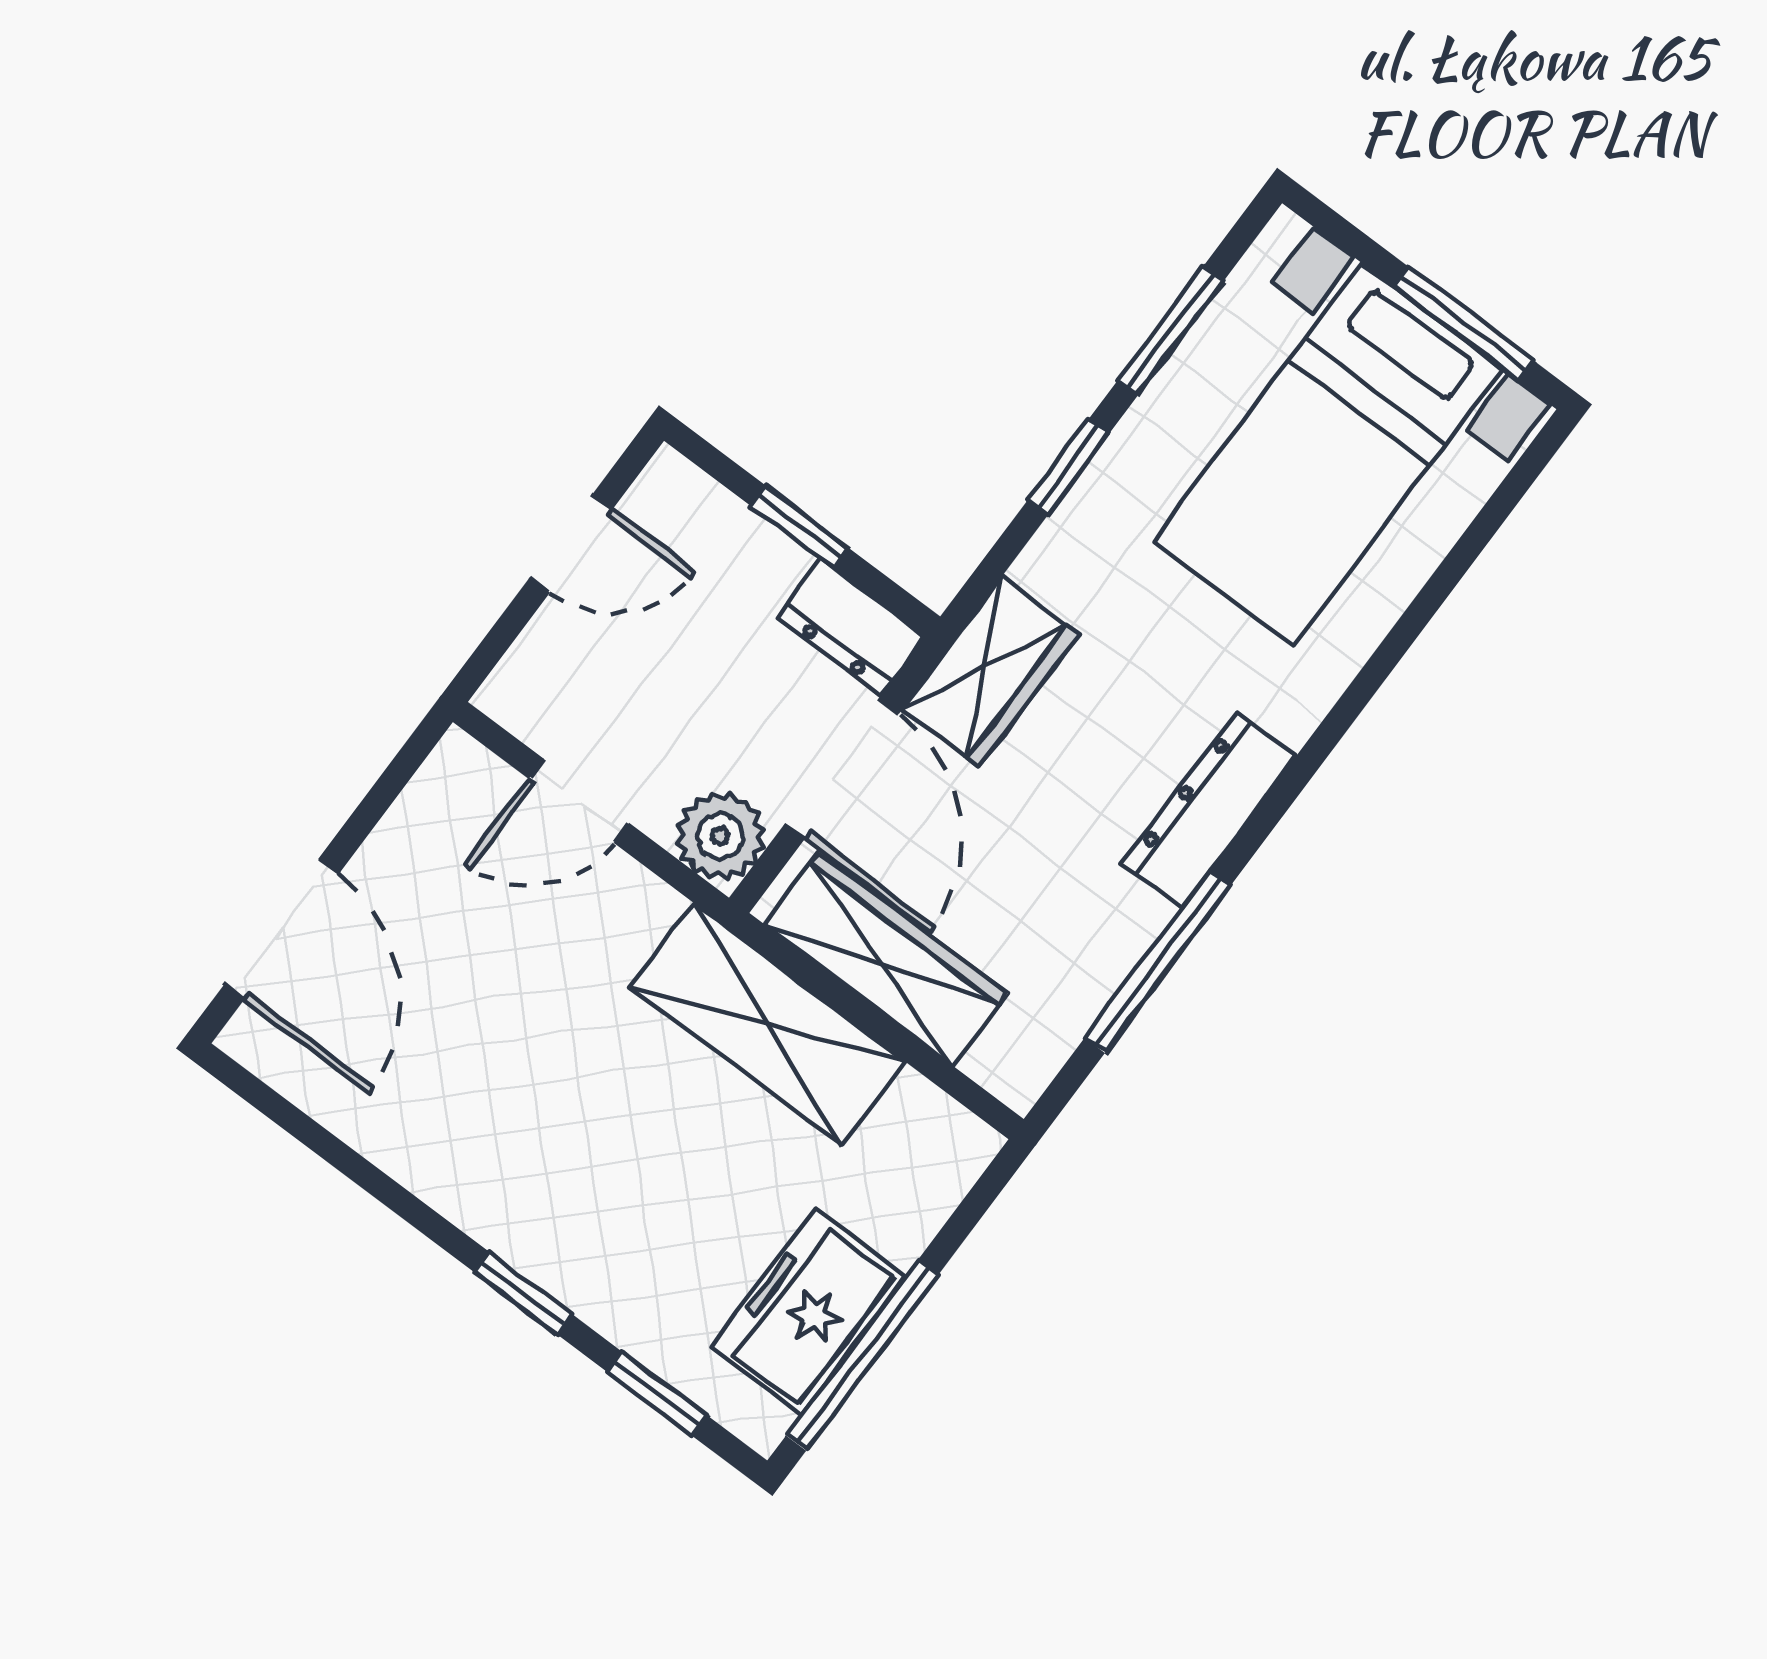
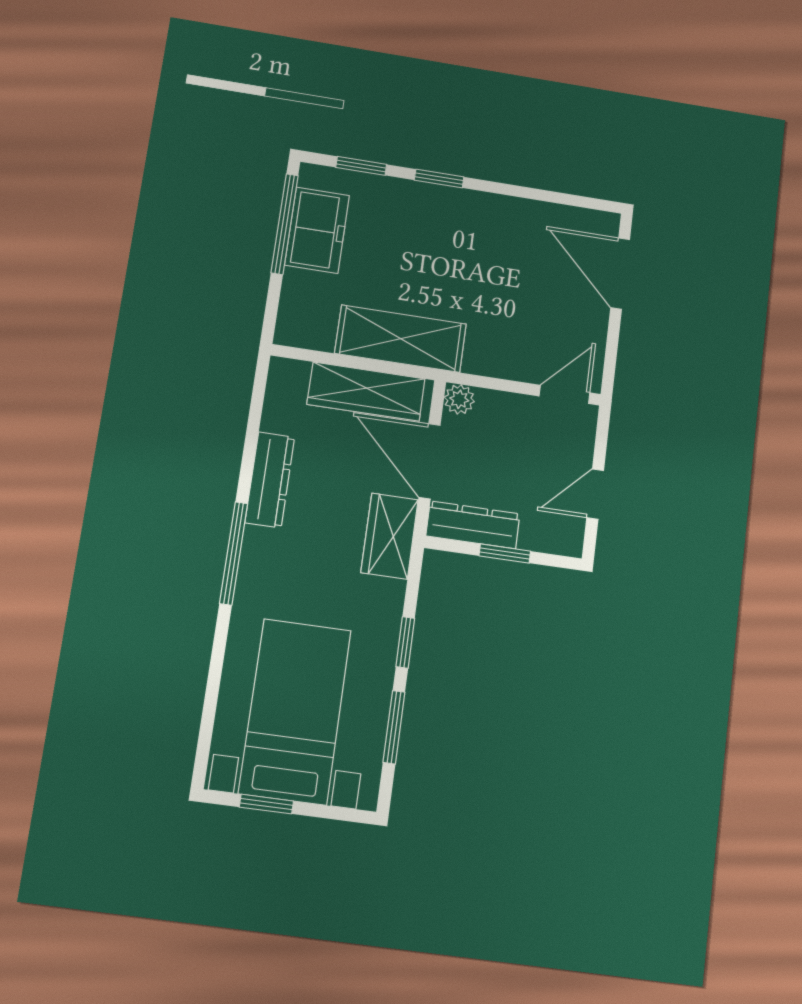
window: (1463, 323) -> (266, 804), width x0.67
dresser: (851, 627) -> (473, 525), width x1.44
door: (579, 801) -> (564, 394), moved
dresser: (1209, 810) -> (270, 480), moved
plant: (720, 836) -> (459, 399), width x0.73, depth x0.73
window: (1157, 962) -> (234, 553), moved

